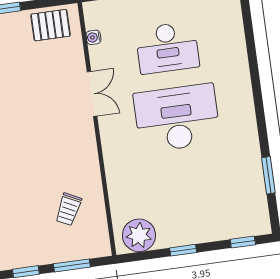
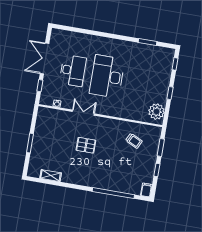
pallet: (51, 25) -> (86, 145), moved, turned 90

